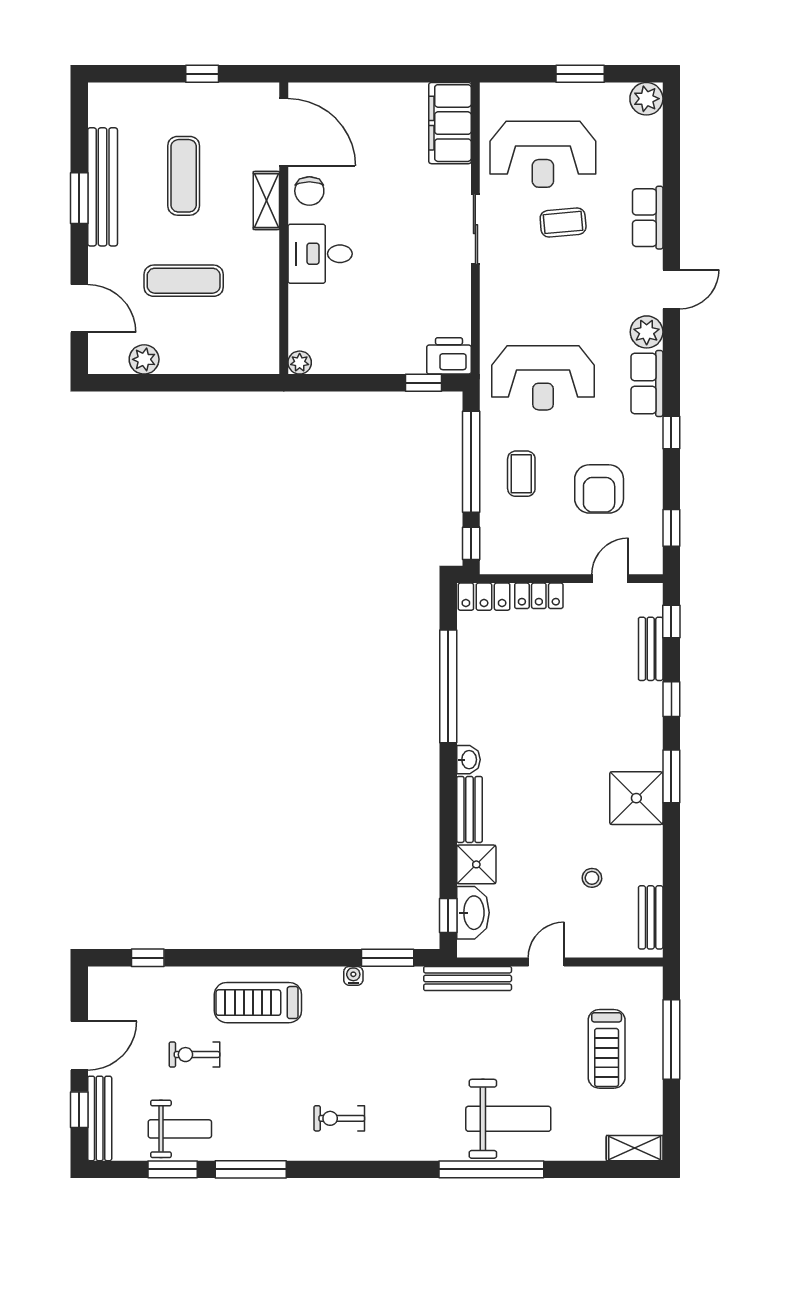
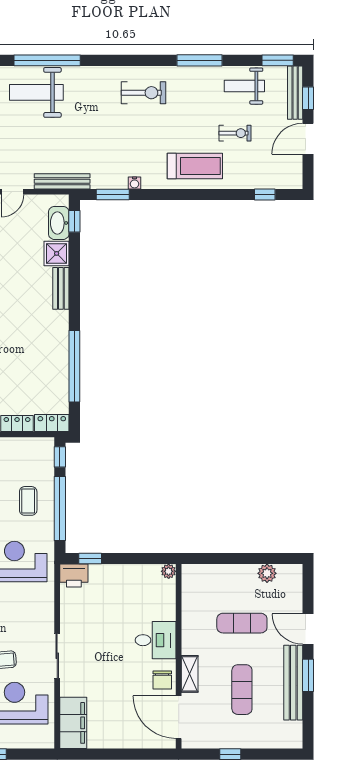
chair: (309, 191) -> (162, 680), turned 180
door: (79, 308) -> (308, 629), moved
washbasin: (468, 760) -> (62, 320), removed
exercise bike: (339, 1118) -> (143, 93), width x1.38, depth x1.39
window: (173, 1169) -> (278, 60), moved

